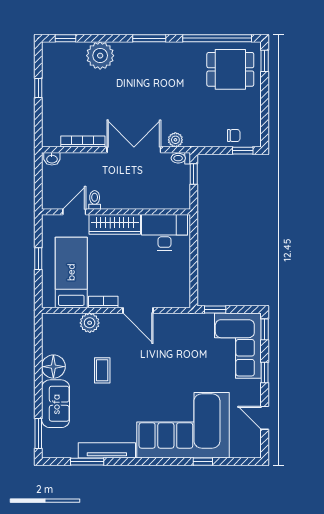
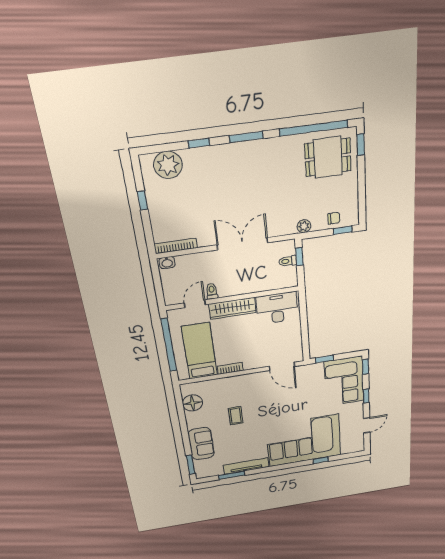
window: (65, 38) -> (199, 143), moved
plant: (100, 56) -> (168, 165), moved
plant: (175, 140) -> (304, 226), moved
bookcase: (83, 141) -> (176, 246), moved
toilet: (181, 158) -> (288, 261), moved
window: (38, 259) -> (169, 345), width x3.17
door: (138, 310) -> (282, 366), moved
plant: (90, 323) -> (221, 385), removed
floor lamp: (53, 367) -> (192, 403), moved
door: (265, 418) -> (367, 425), swing flipped

